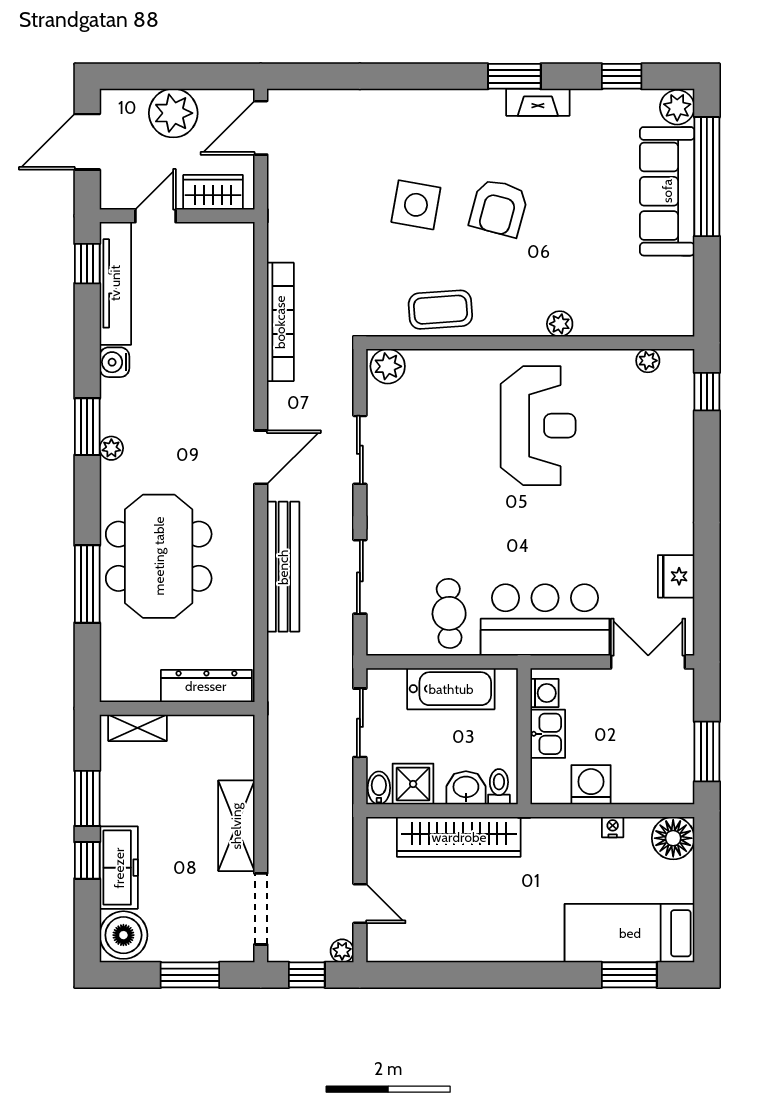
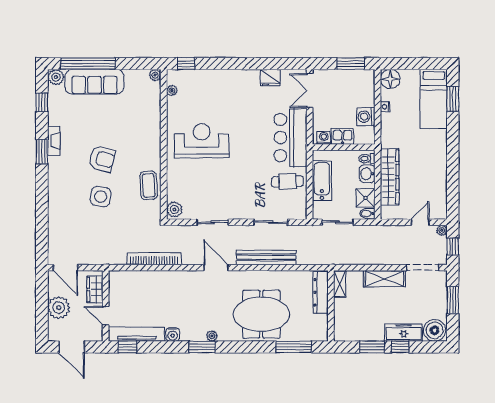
plant: (560, 324) -> (155, 75), moved
window: (87, 584) -> (294, 347), moved
shelving: (138, 728) -> (340, 284), moved

